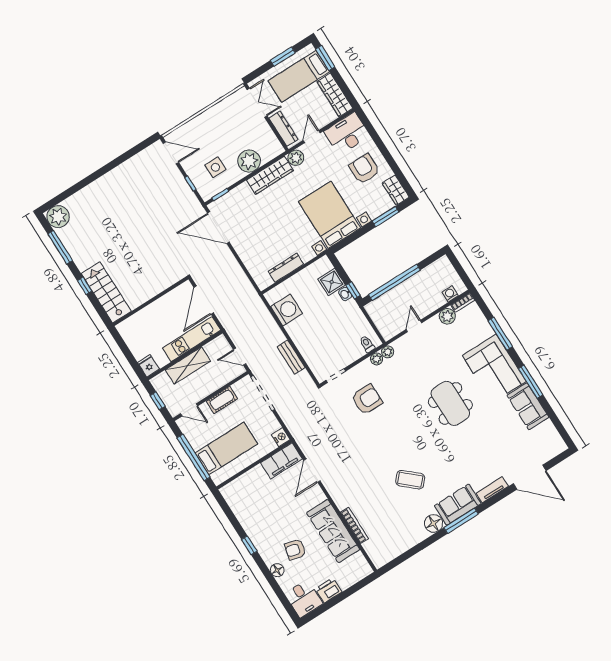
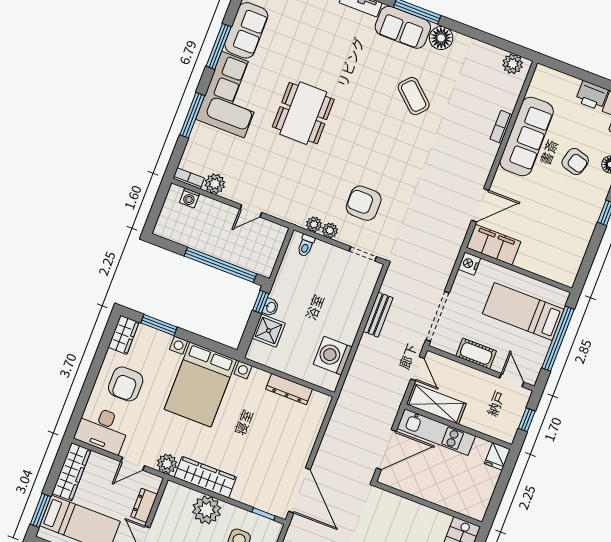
dresser: (283, 129) -> (144, 505), width x0.70
plant: (388, 352) -> (330, 230), moved
shelving: (188, 365) -> (436, 404), moved
bookcase: (354, 525) -> (501, 127), width x0.64
plant: (385, 556) -> (513, 64), added

